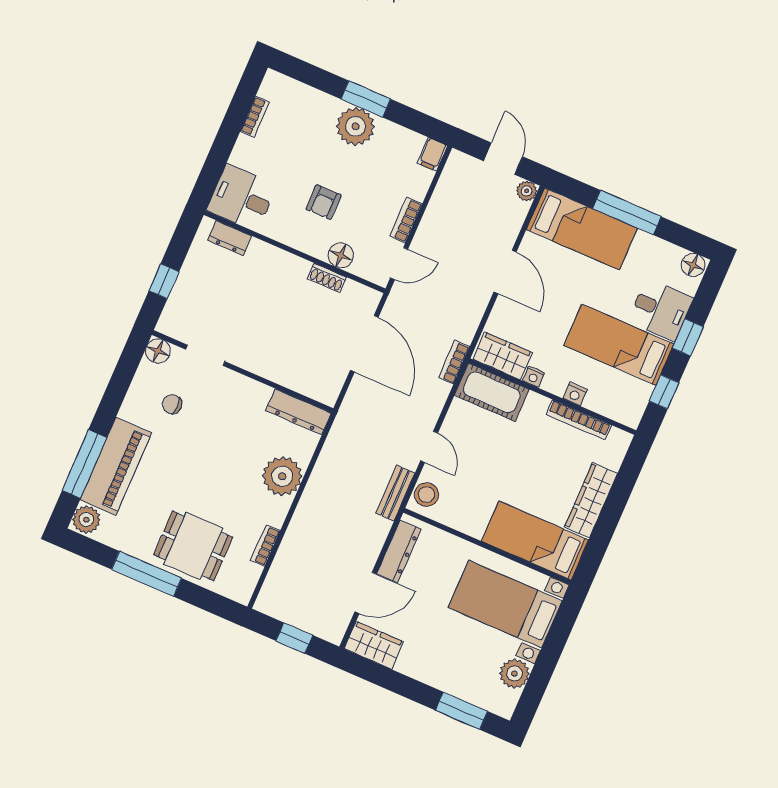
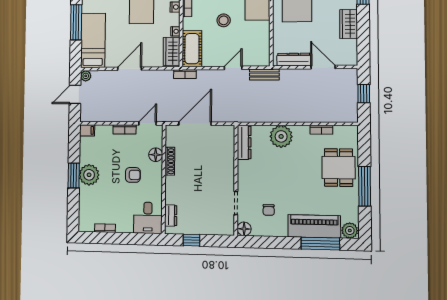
door: (399, 264) -> (148, 123), hinge flipped
shoe rack: (327, 278) -> (170, 161), width x1.43
window: (164, 281) -> (191, 240), moved
stool: (426, 495) -> (224, 20), moved
wardrobe: (374, 645) -> (349, 24), moved

